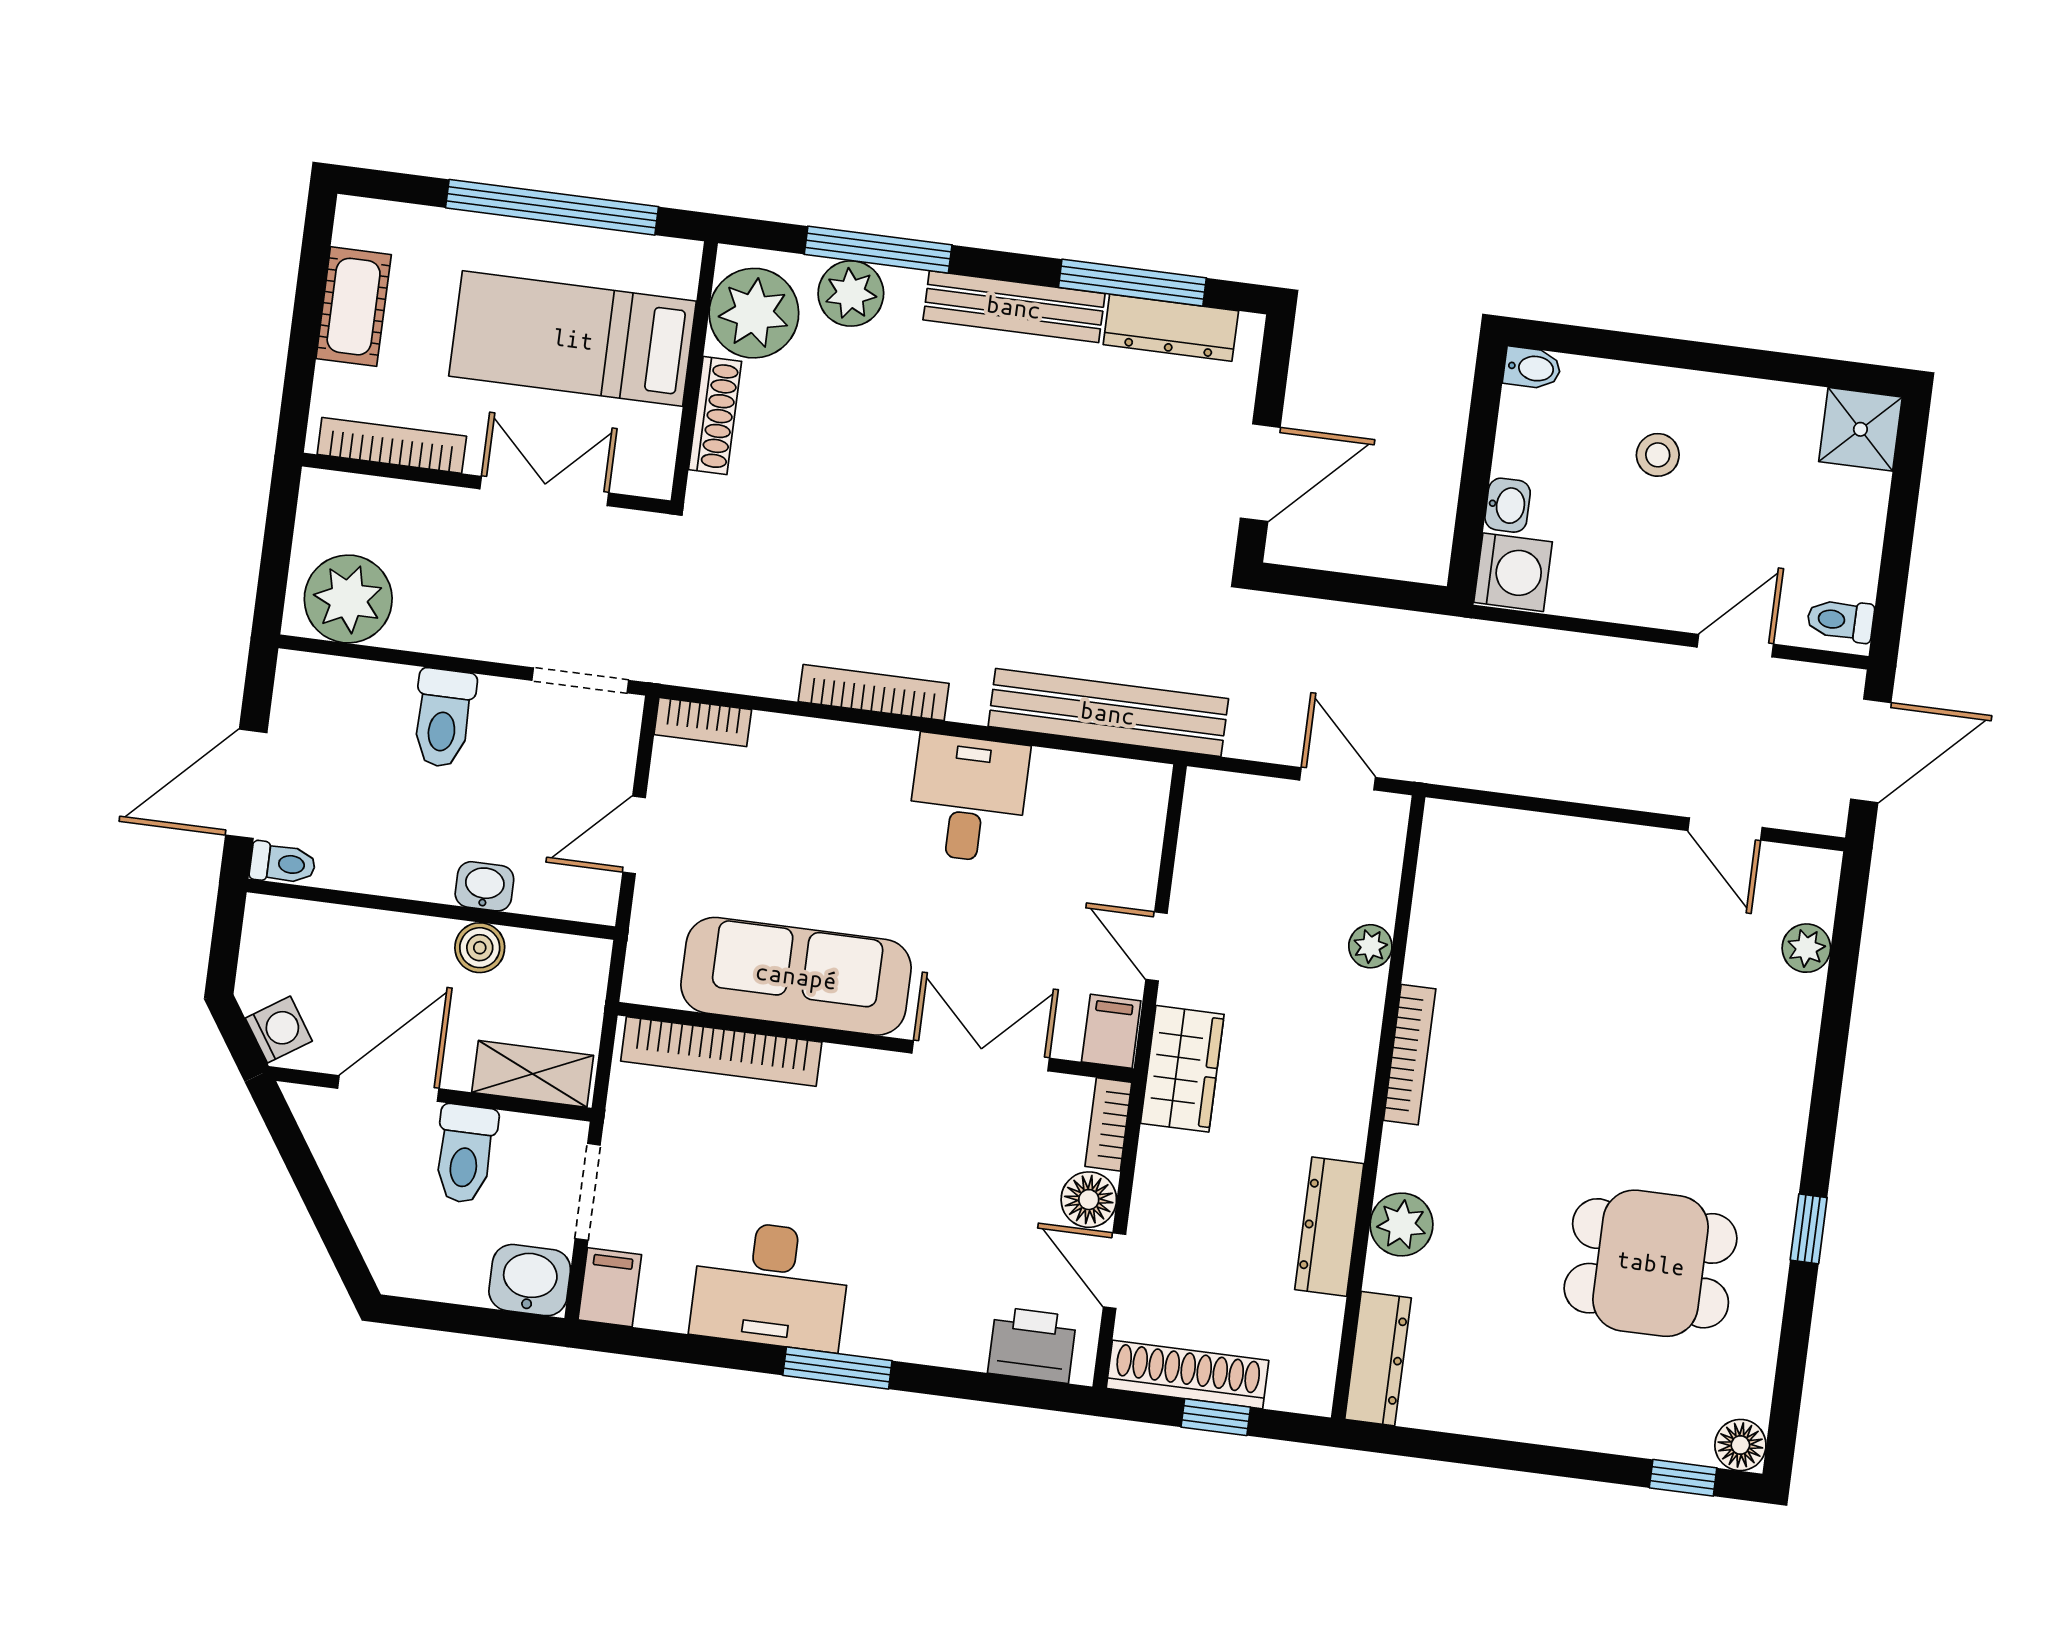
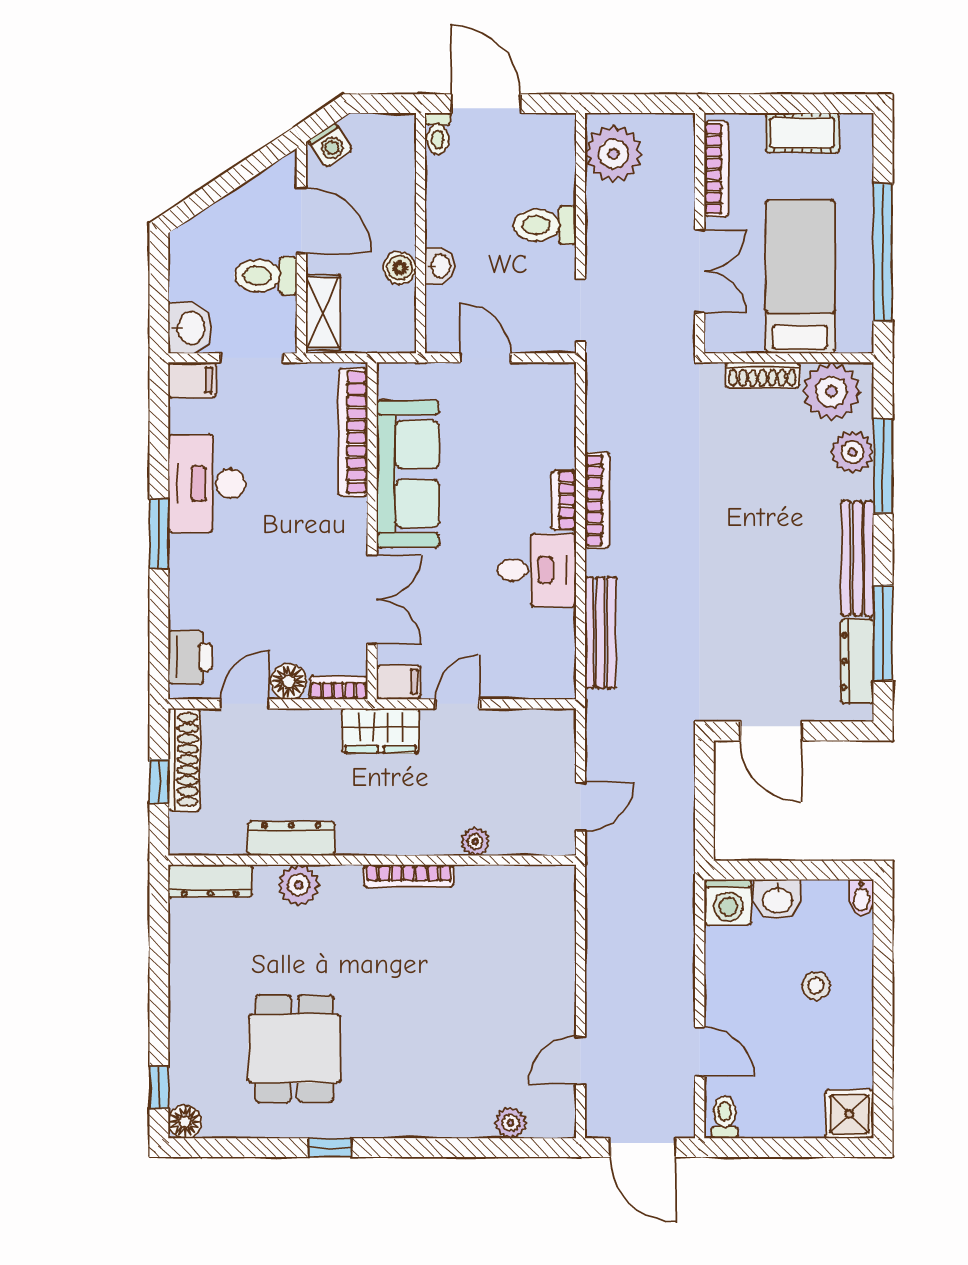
washbasin: (1508, 505) -> (777, 899), width x1.38, depth x1.45
bench: (1108, 713) -> (601, 633), width x0.73, depth x0.82
bookcase: (703, 722) -> (564, 500), moved

